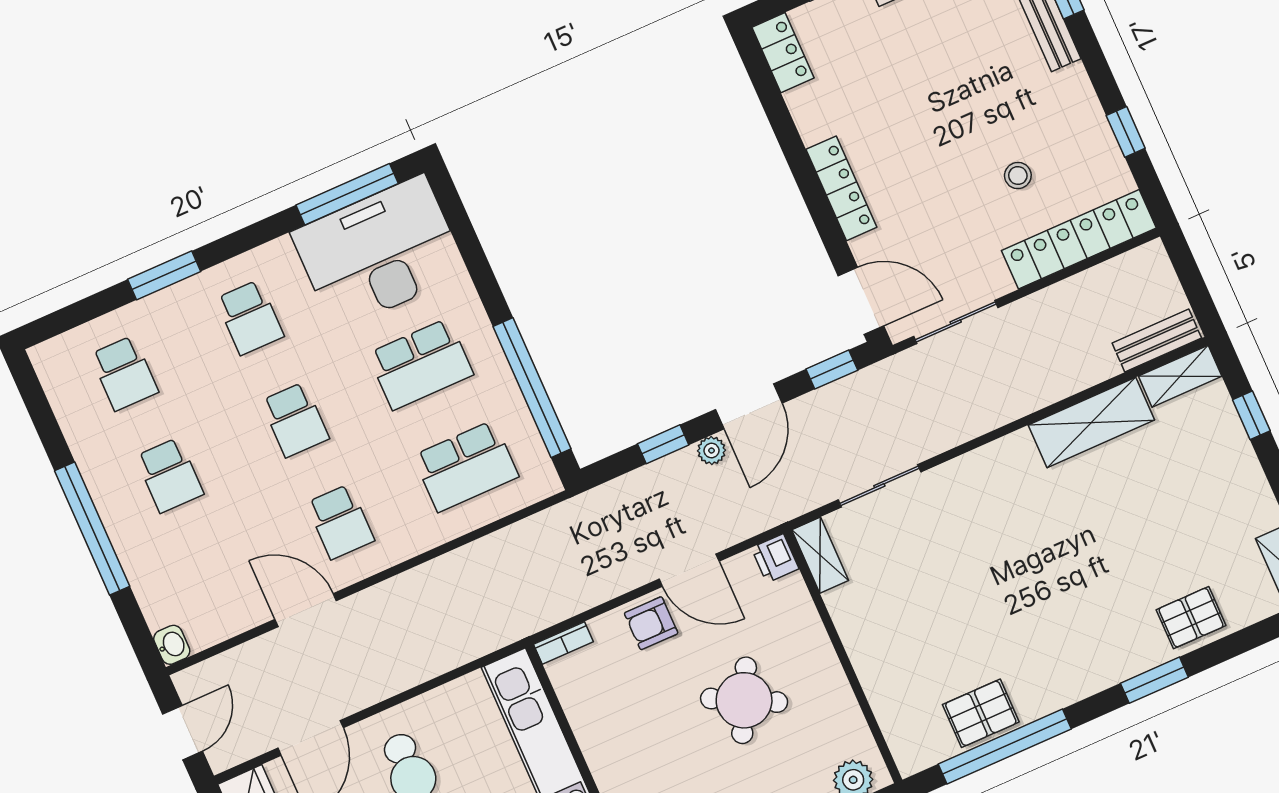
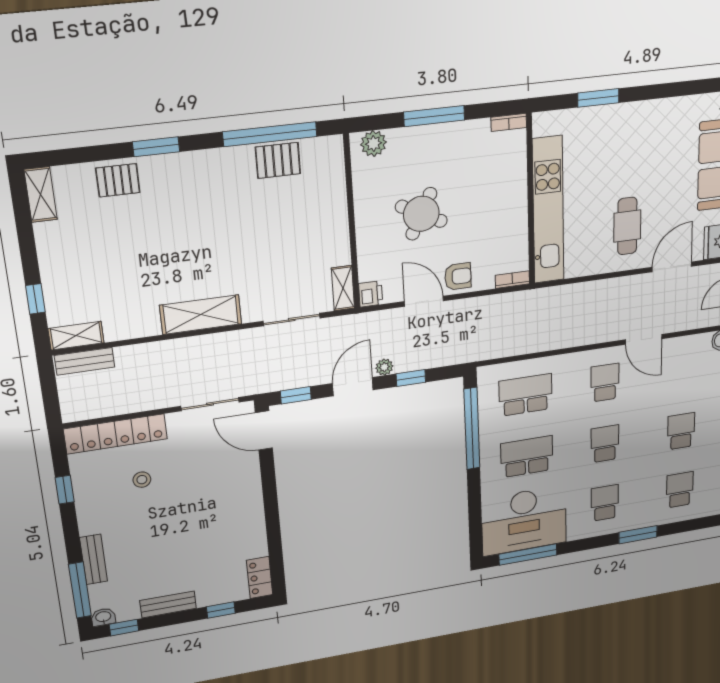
locker: (841, 188) -> (252, 496), removed
shelving: (1091, 423) -> (201, 315), moved

